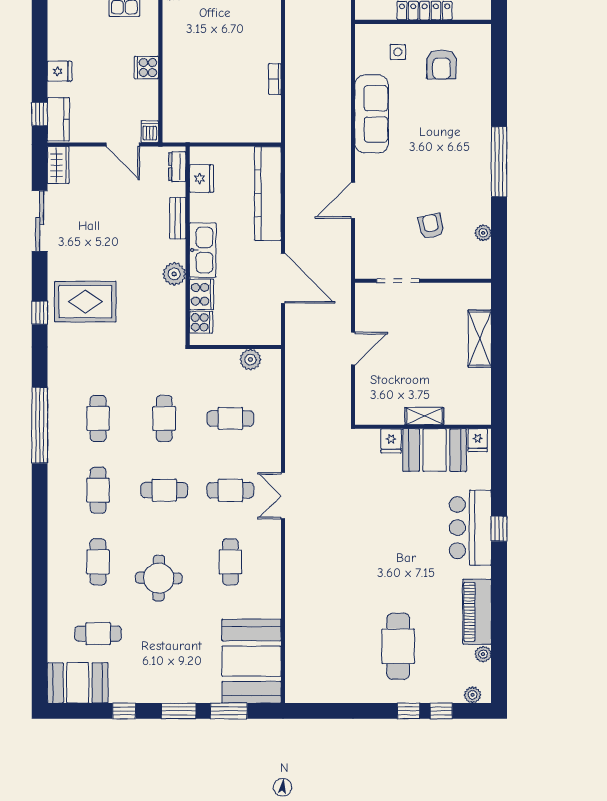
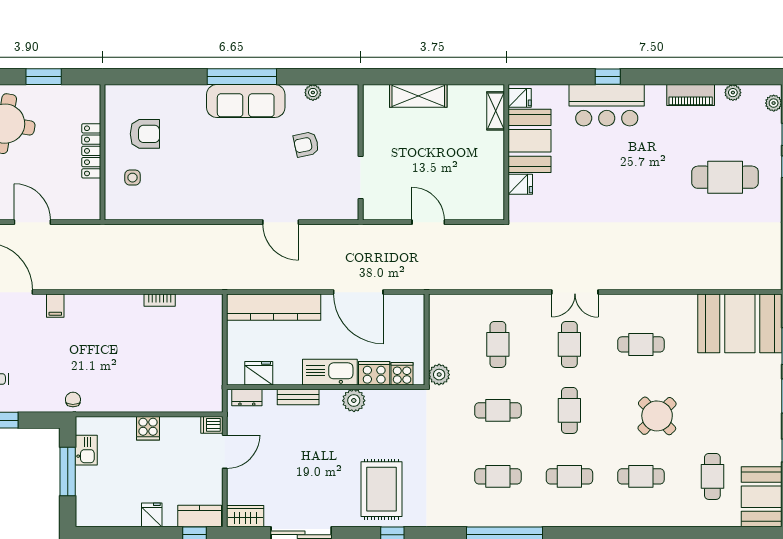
sofa: (372, 114) -> (246, 101), moved, turned 180
door: (283, 278) -> (358, 292), swing flipped
plant: (250, 360) -> (439, 375), moved
shelving: (424, 416) -> (496, 111), moved
round table: (159, 578) -> (657, 416), turned 45
piano: (477, 612) -> (691, 95), width x0.73, depth x0.75

